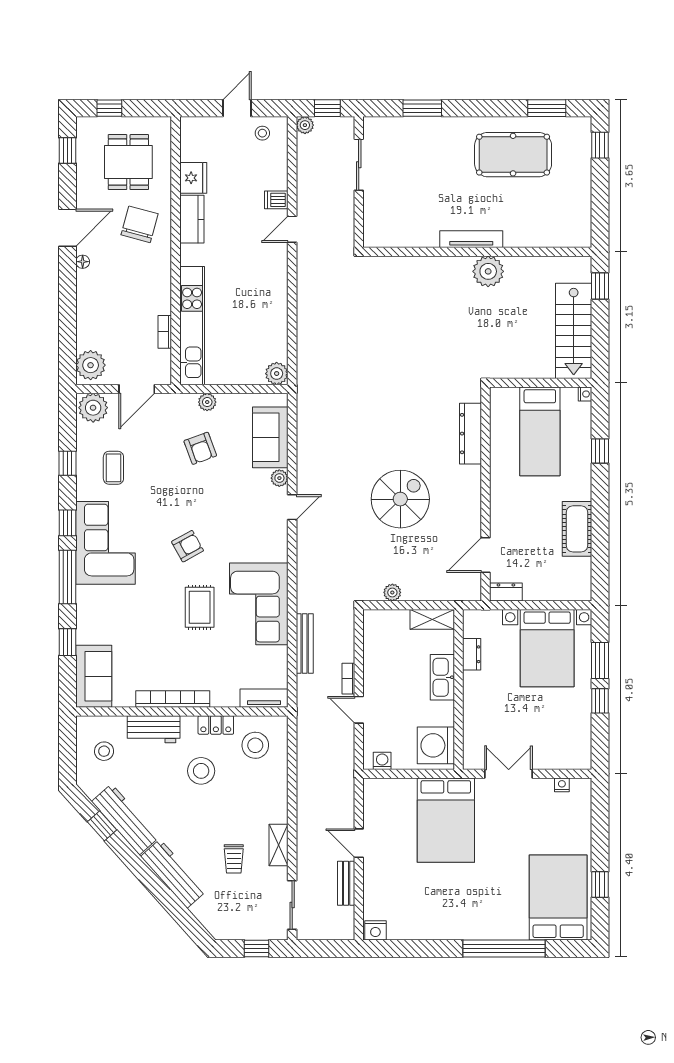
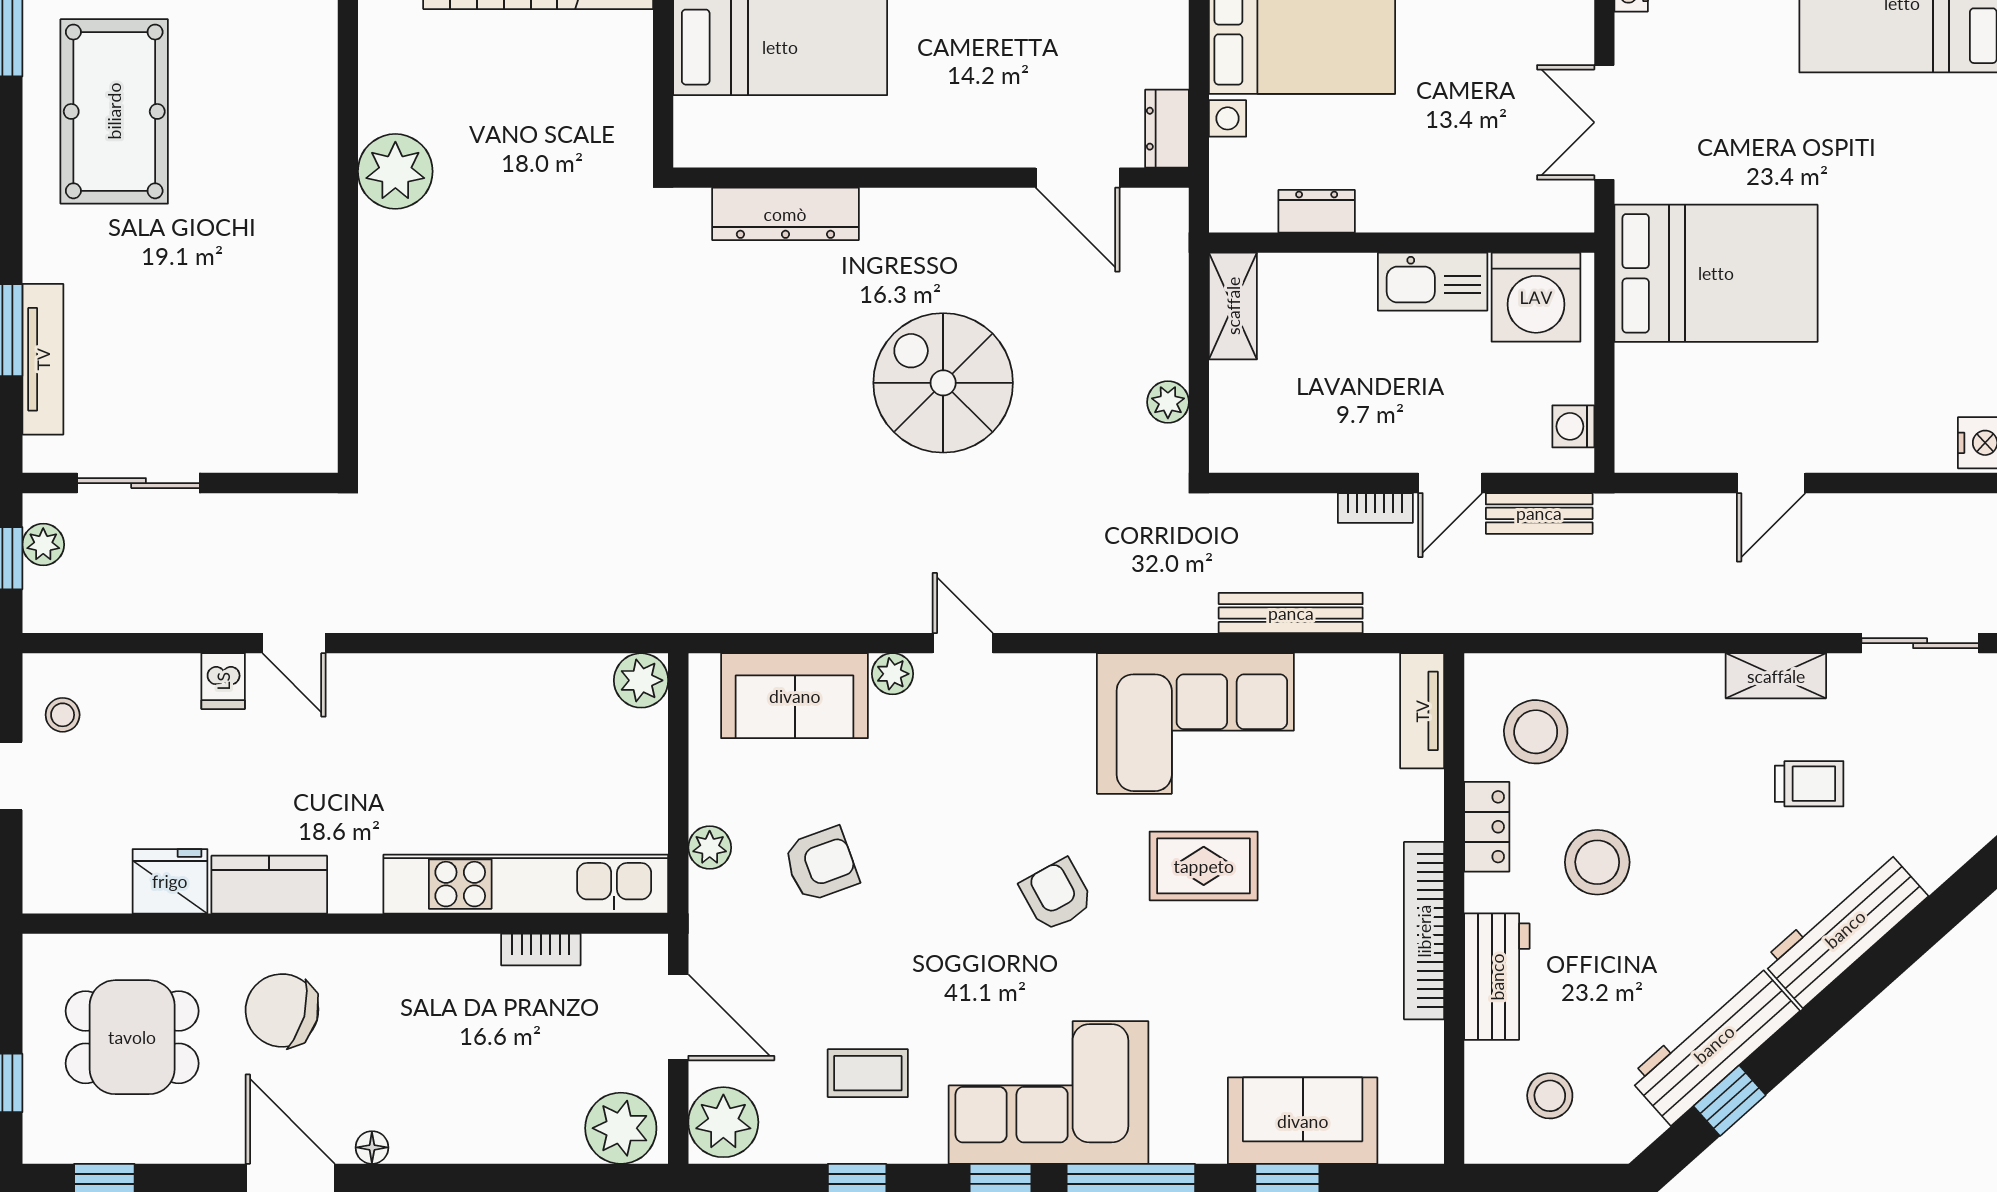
plant: (305, 125) -> (43, 545), moved
tv unit: (471, 239) -> (43, 359), moved, turned 180
sofa: (94, 676) -> (1303, 1121), moved
kitchen sink: (442, 677) -> (1433, 282), moved
bench: (346, 883) -> (1539, 513), moved

